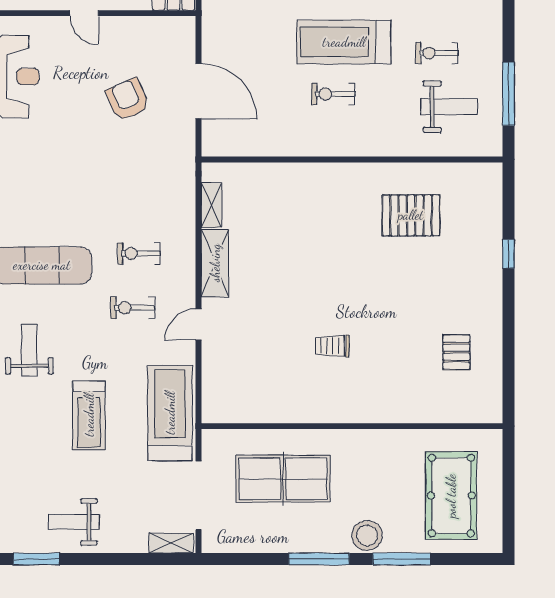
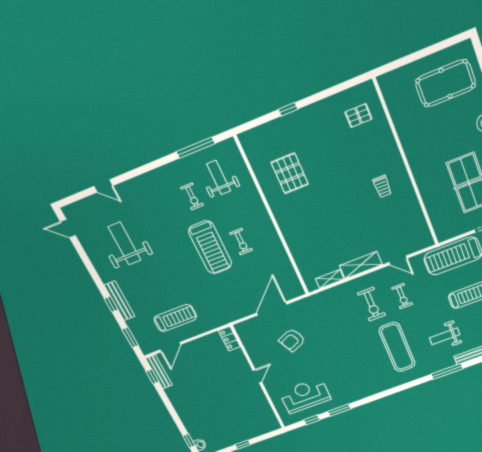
exercise bike: (139, 253) -> (371, 304), width x1.38, depth x1.39
wall: (352, 426) -> (407, 164), moved

